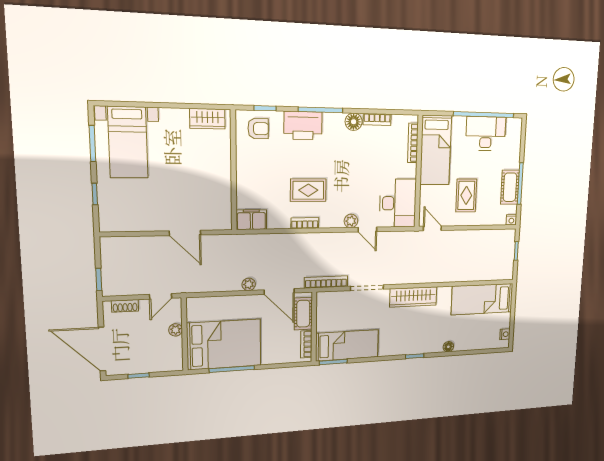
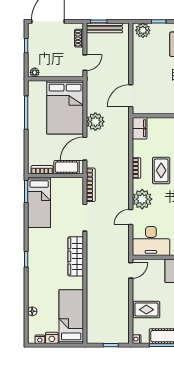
rug: (466, 195) -> (146, 310), moved
plant: (110, 217) -> (143, 30), added
plant: (351, 221) -> (142, 199), width x1.87, depth x1.87
door: (185, 233) -> (131, 96), moved
bench: (108, 272) -> (104, 28), added
plant: (249, 284) -> (95, 122), width x1.87, depth x1.87
door: (161, 296) -> (85, 63), swing flipped
nightstand: (504, 321) -> (52, 338), added
plant: (176, 330) -> (35, 72), moved
bed: (224, 344) -> (65, 107), moved
floor lamp: (448, 347) -> (32, 311), moved

